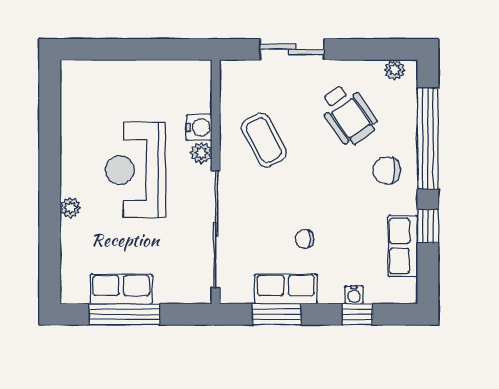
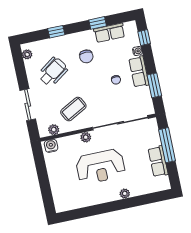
plant: (231, 91) -> (54, 130), added
water cooler: (199, 127) -> (51, 146), moved
window: (428, 139) -> (56, 32), width x0.32
chair: (387, 171) -> (86, 56), moved
row of seats: (286, 289) -> (139, 72), moved
window: (124, 314) -> (167, 145), moved
window: (357, 314) -> (144, 38), moved

